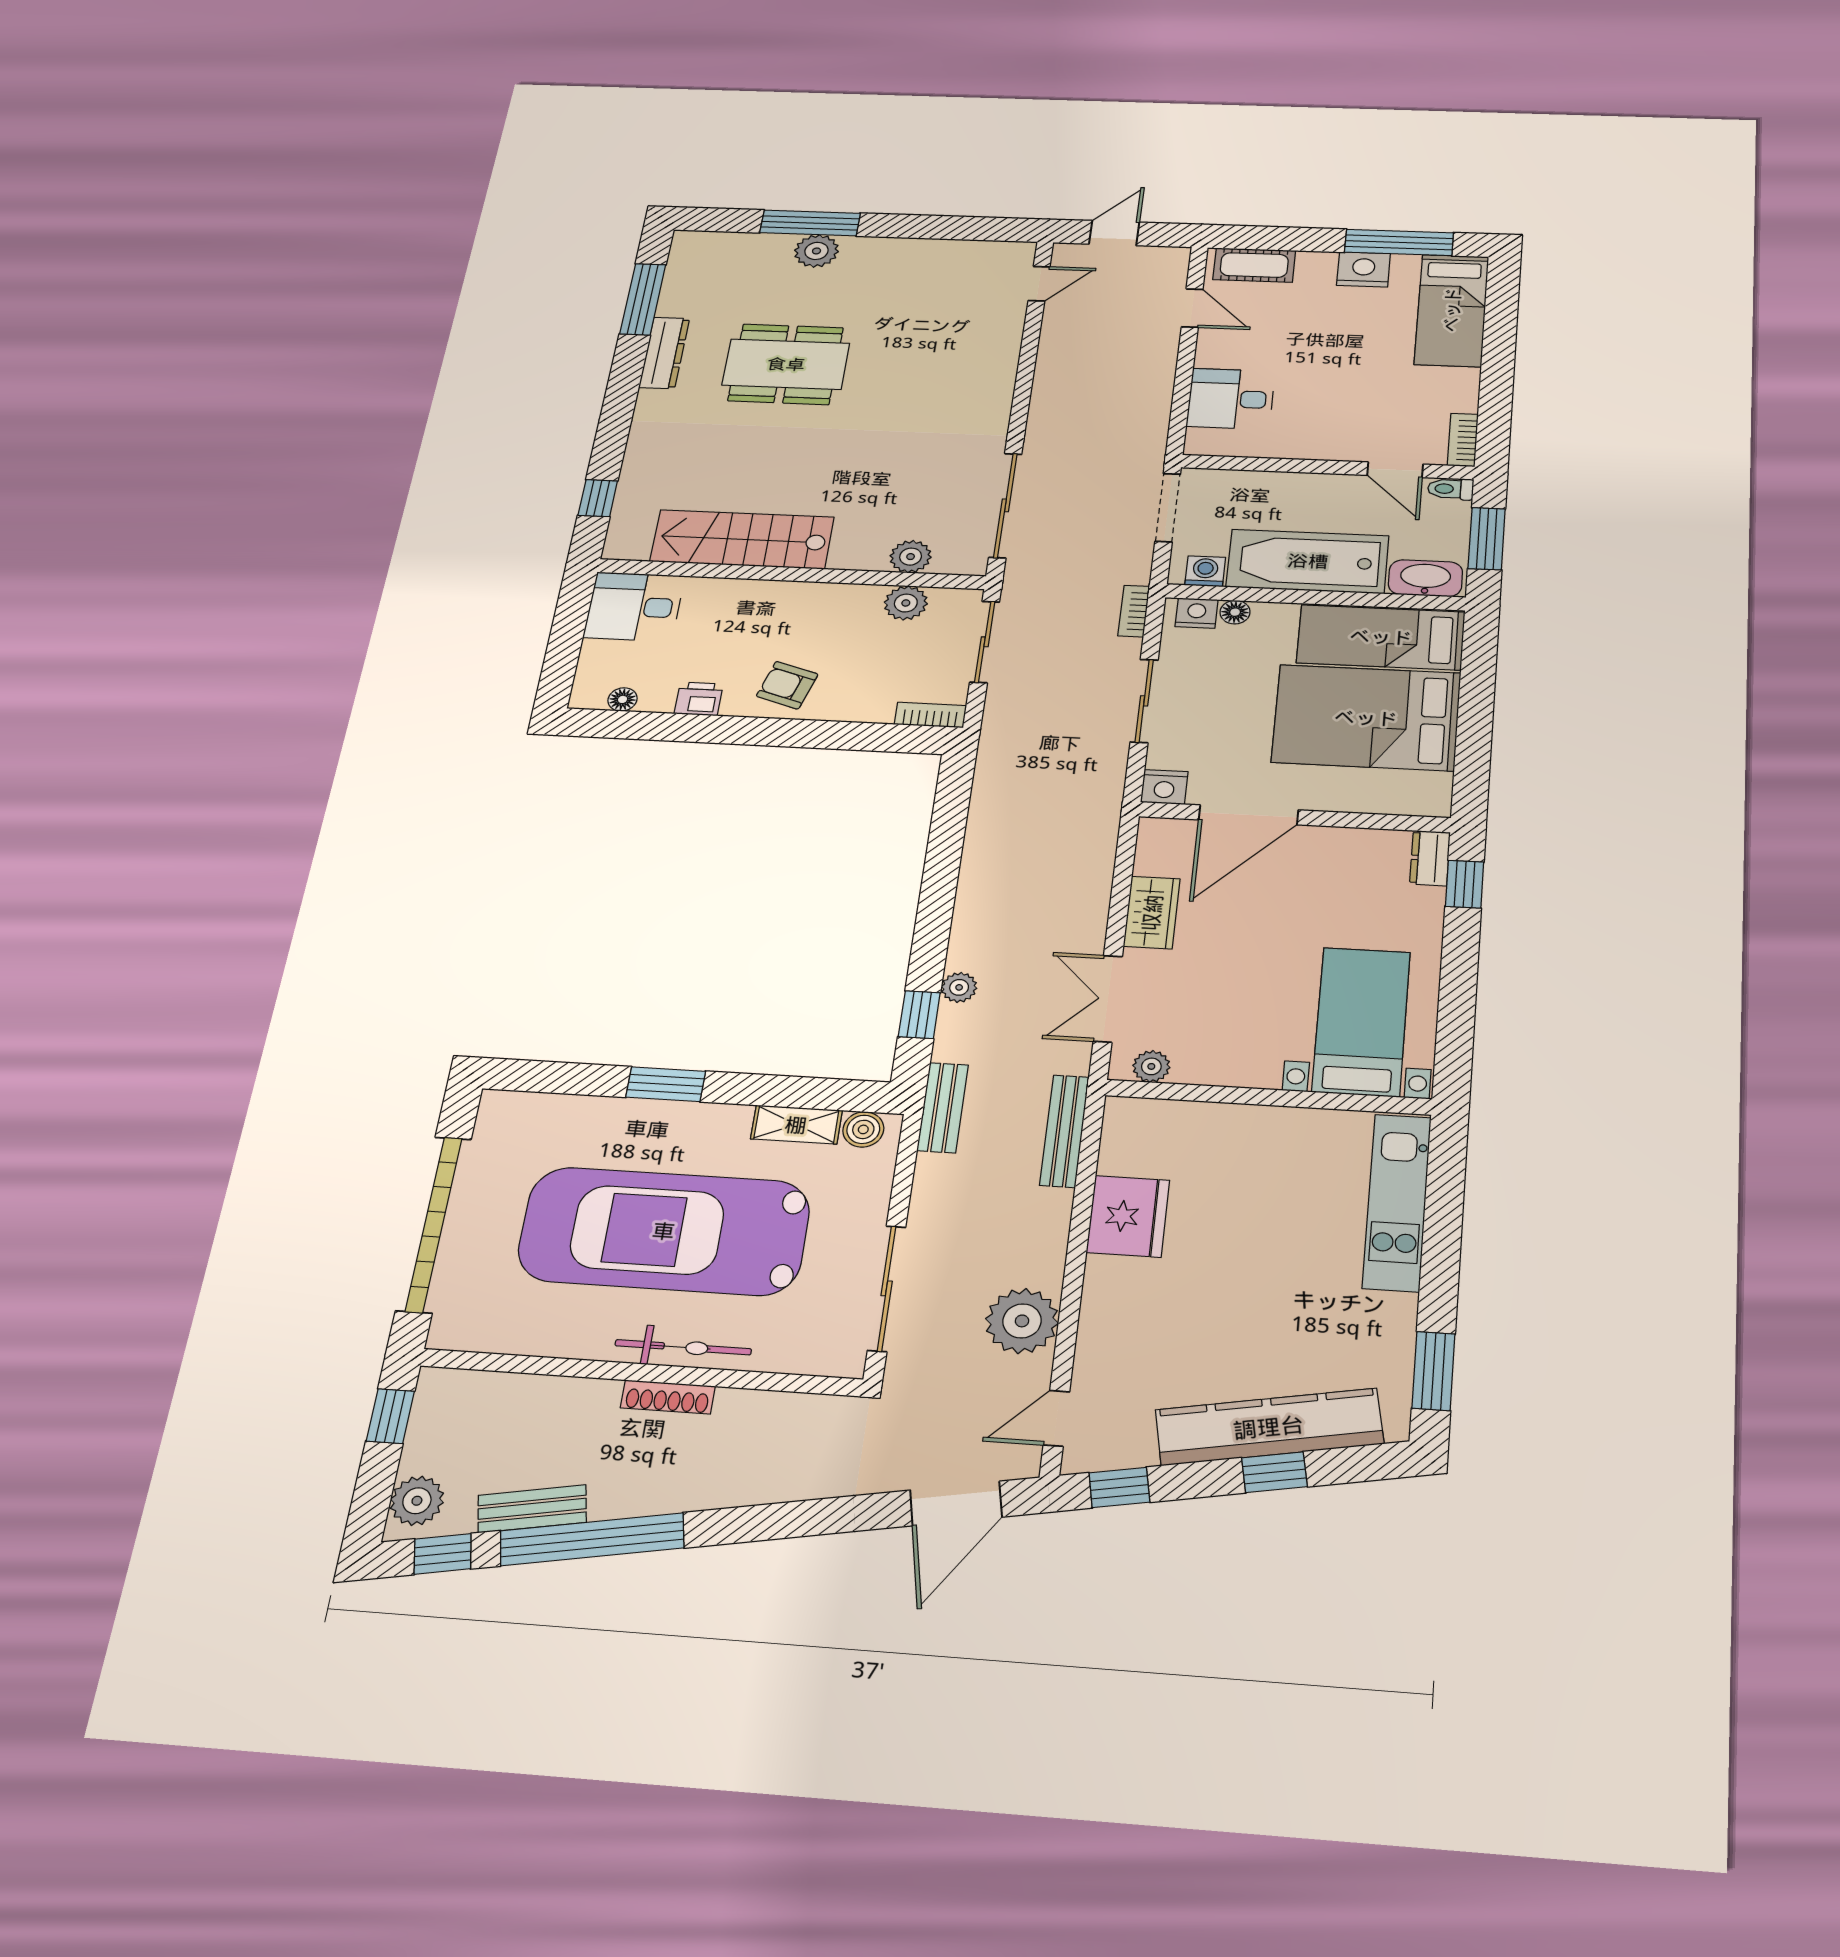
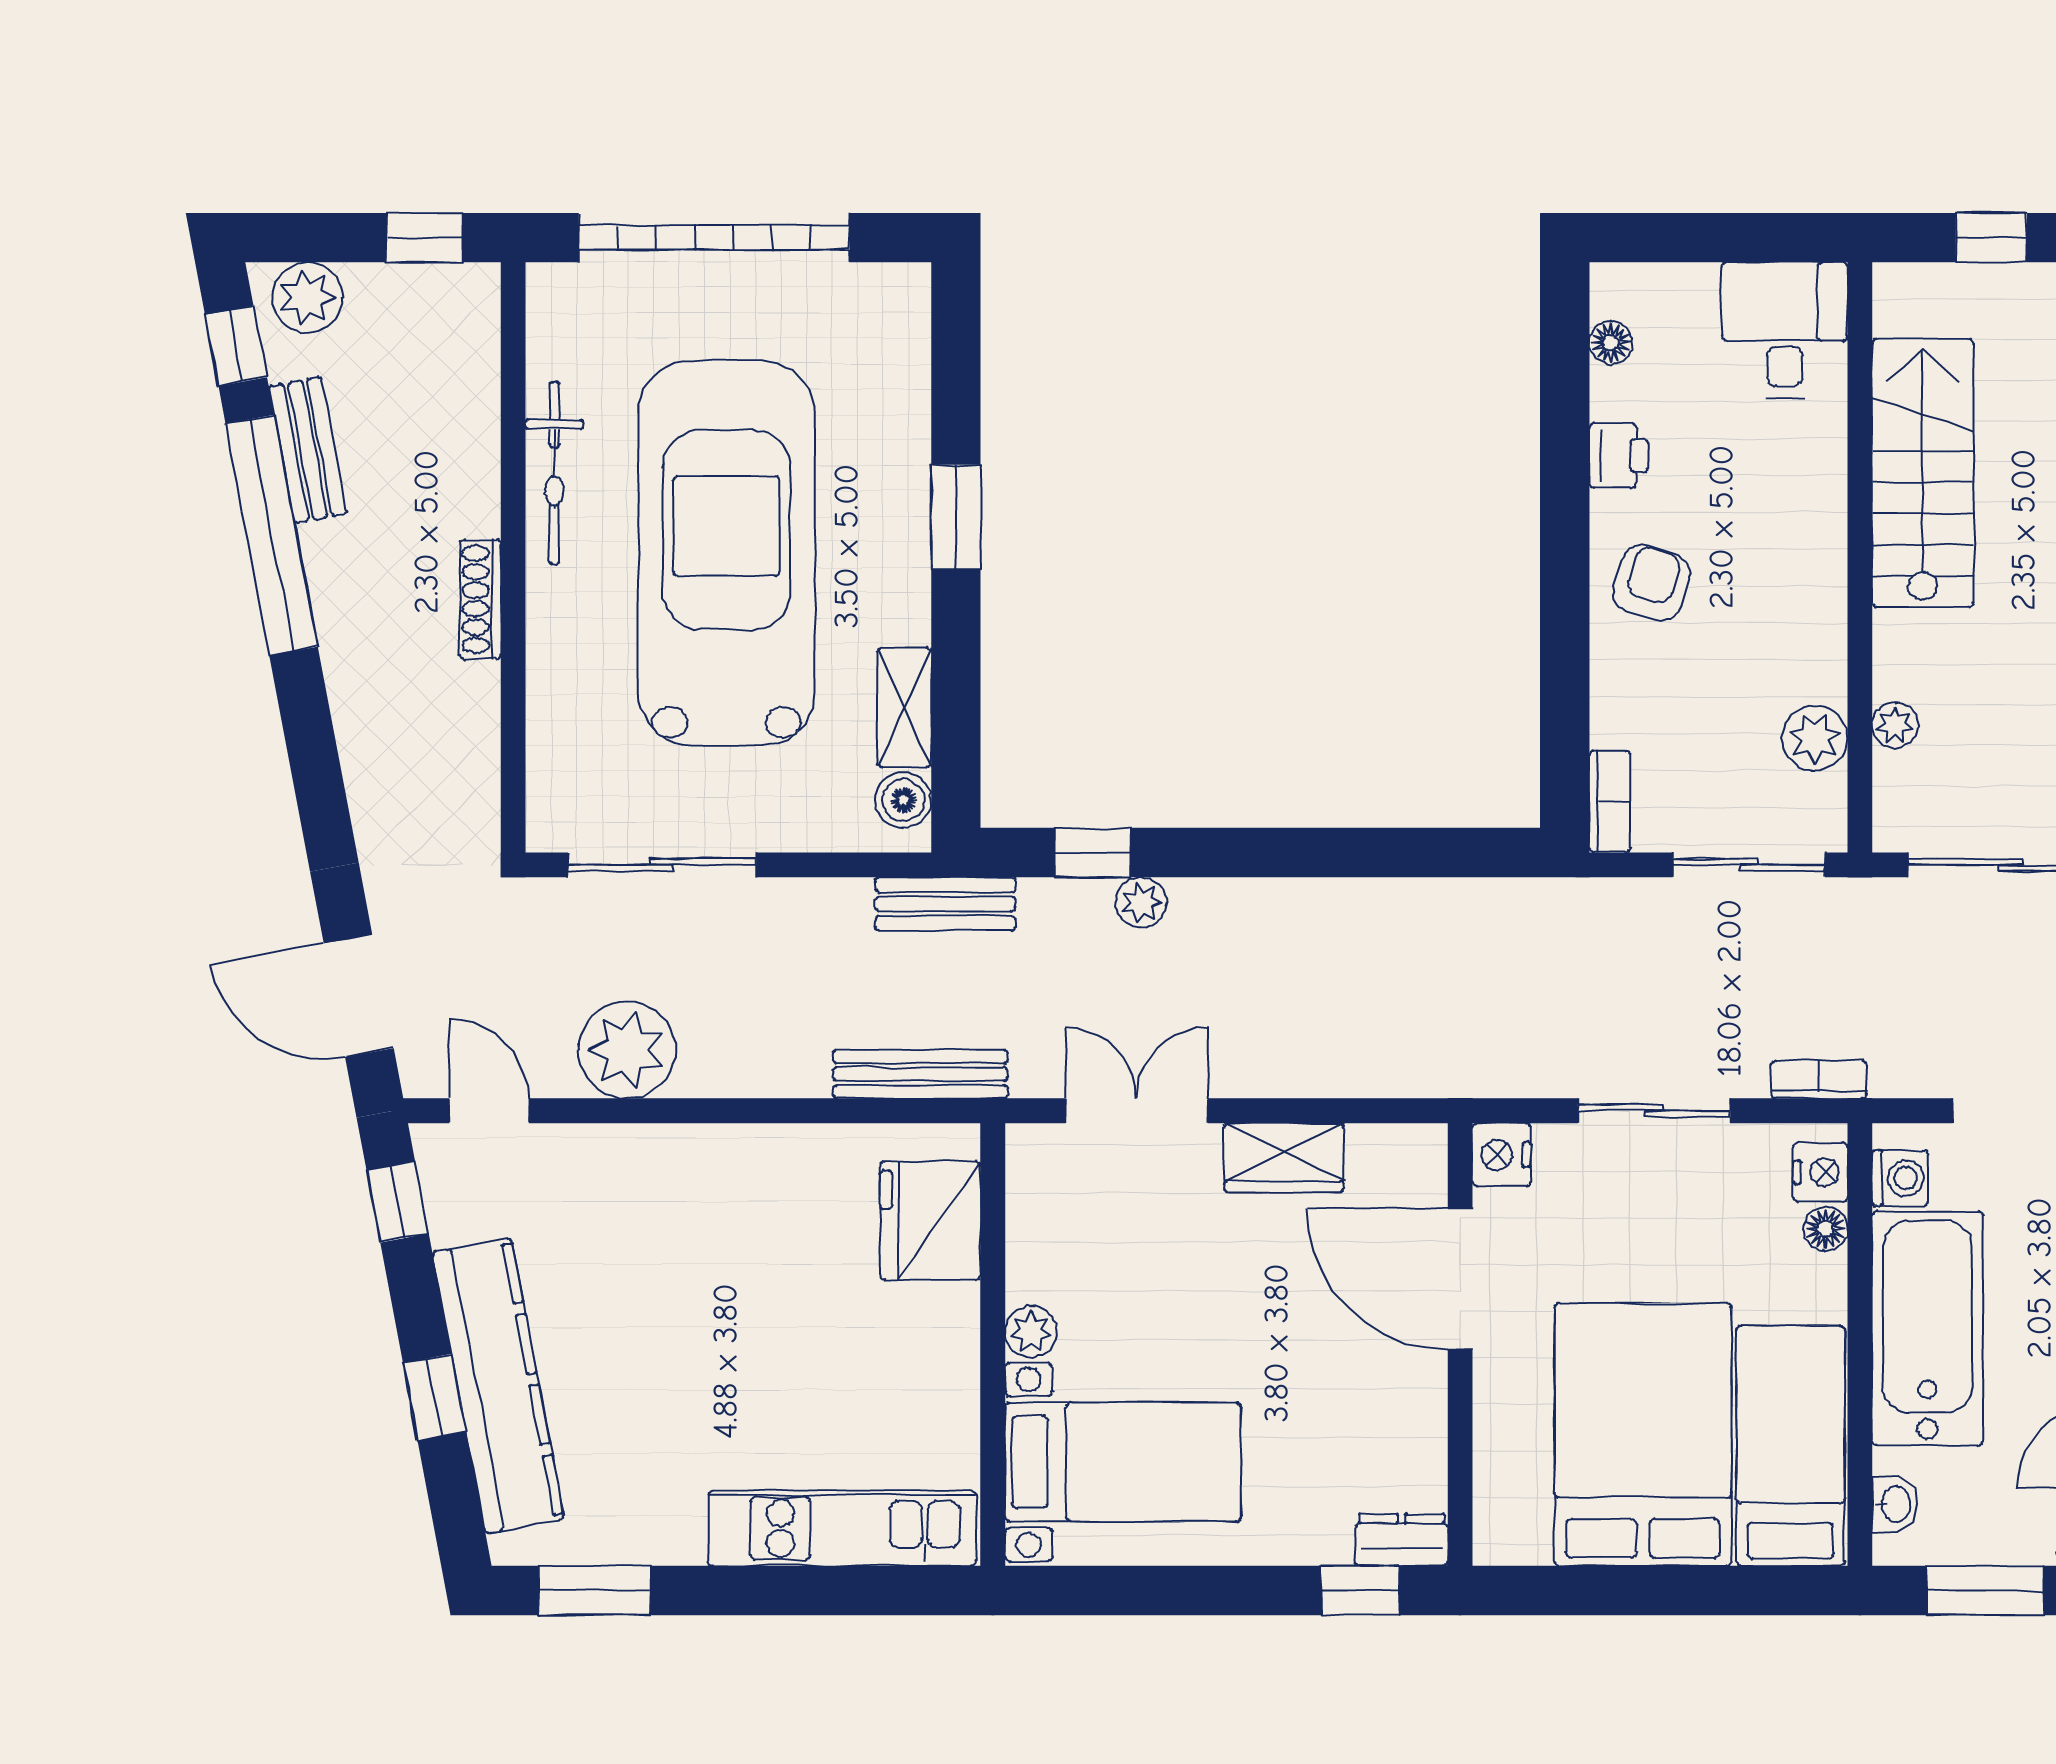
plant: (911, 557) -> (1895, 725), width x0.73, depth x0.73
washbasin: (1425, 578) -> (1895, 1504), width x0.52, depth x0.69
plant: (1151, 1066) -> (1031, 1332), moved
fridge: (1128, 1216) -> (930, 1221), moved, turned 90
bicycle: (683, 1347) -> (554, 473), moved

